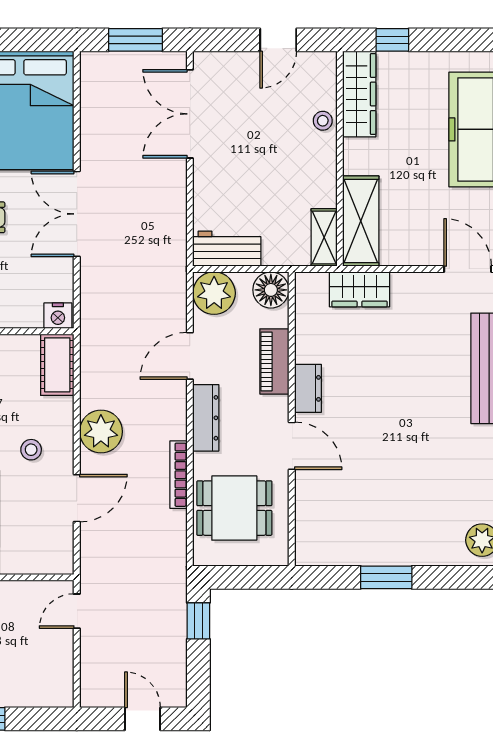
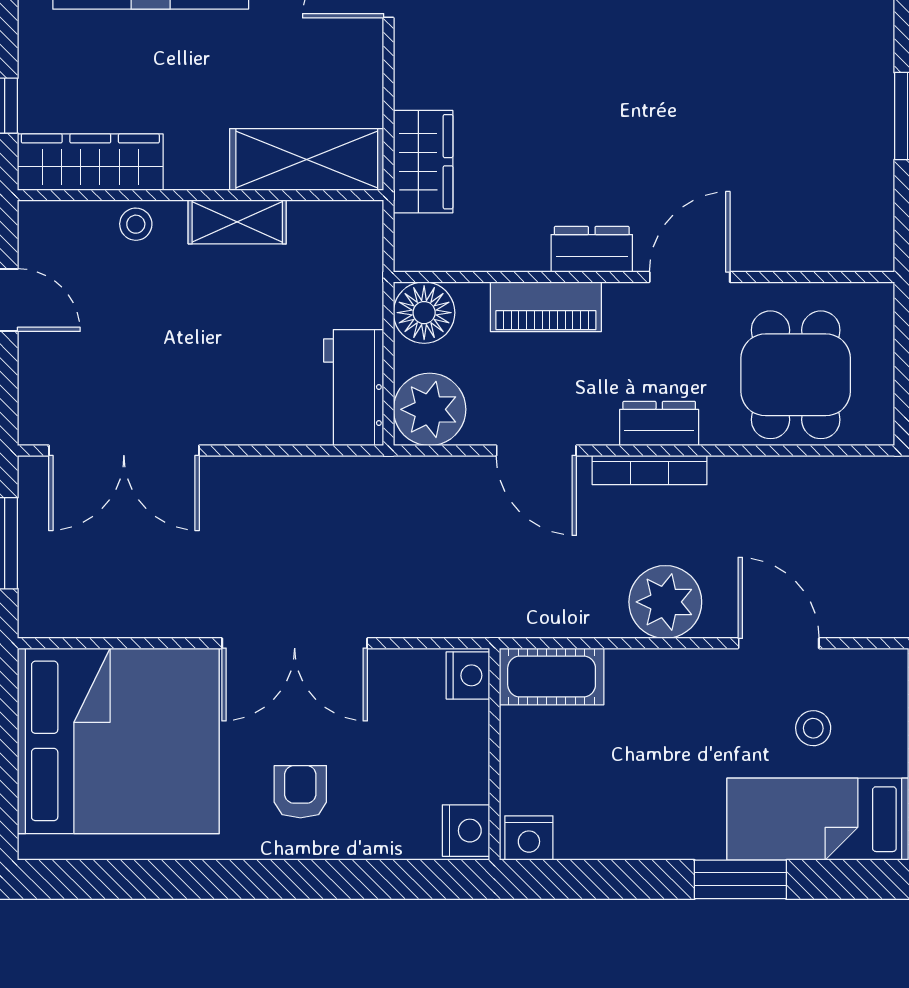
shelving: (324, 237) -> (237, 222), moved
dresser: (206, 418) -> (659, 423), width x0.70
stool: (31, 450) -> (813, 728), moved
bookcase: (178, 475) -> (650, 470), moved

